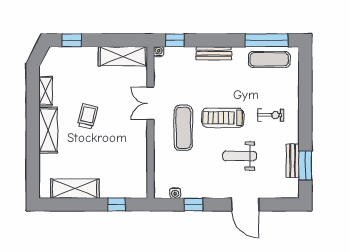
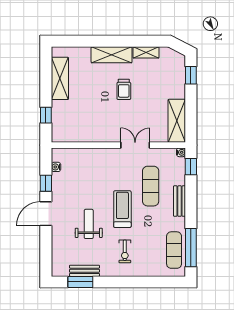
trolley: (87, 116) -> (124, 89), turned 76
exercise mat: (183, 128) -> (151, 186), moved, turned 90
door: (245, 204) -> (46, 214), moved

